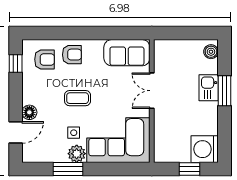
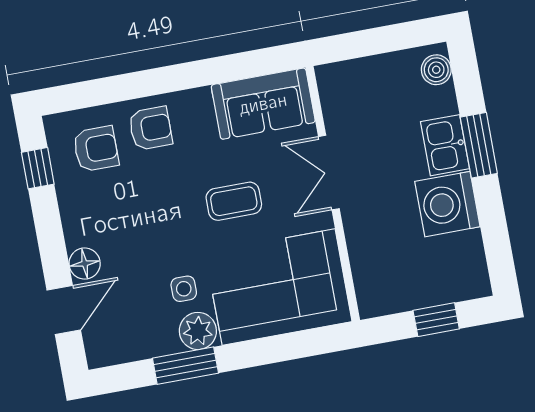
coffee table: (78, 98) -> (234, 201), moved
washing machine: (205, 149) -> (447, 204), moved

